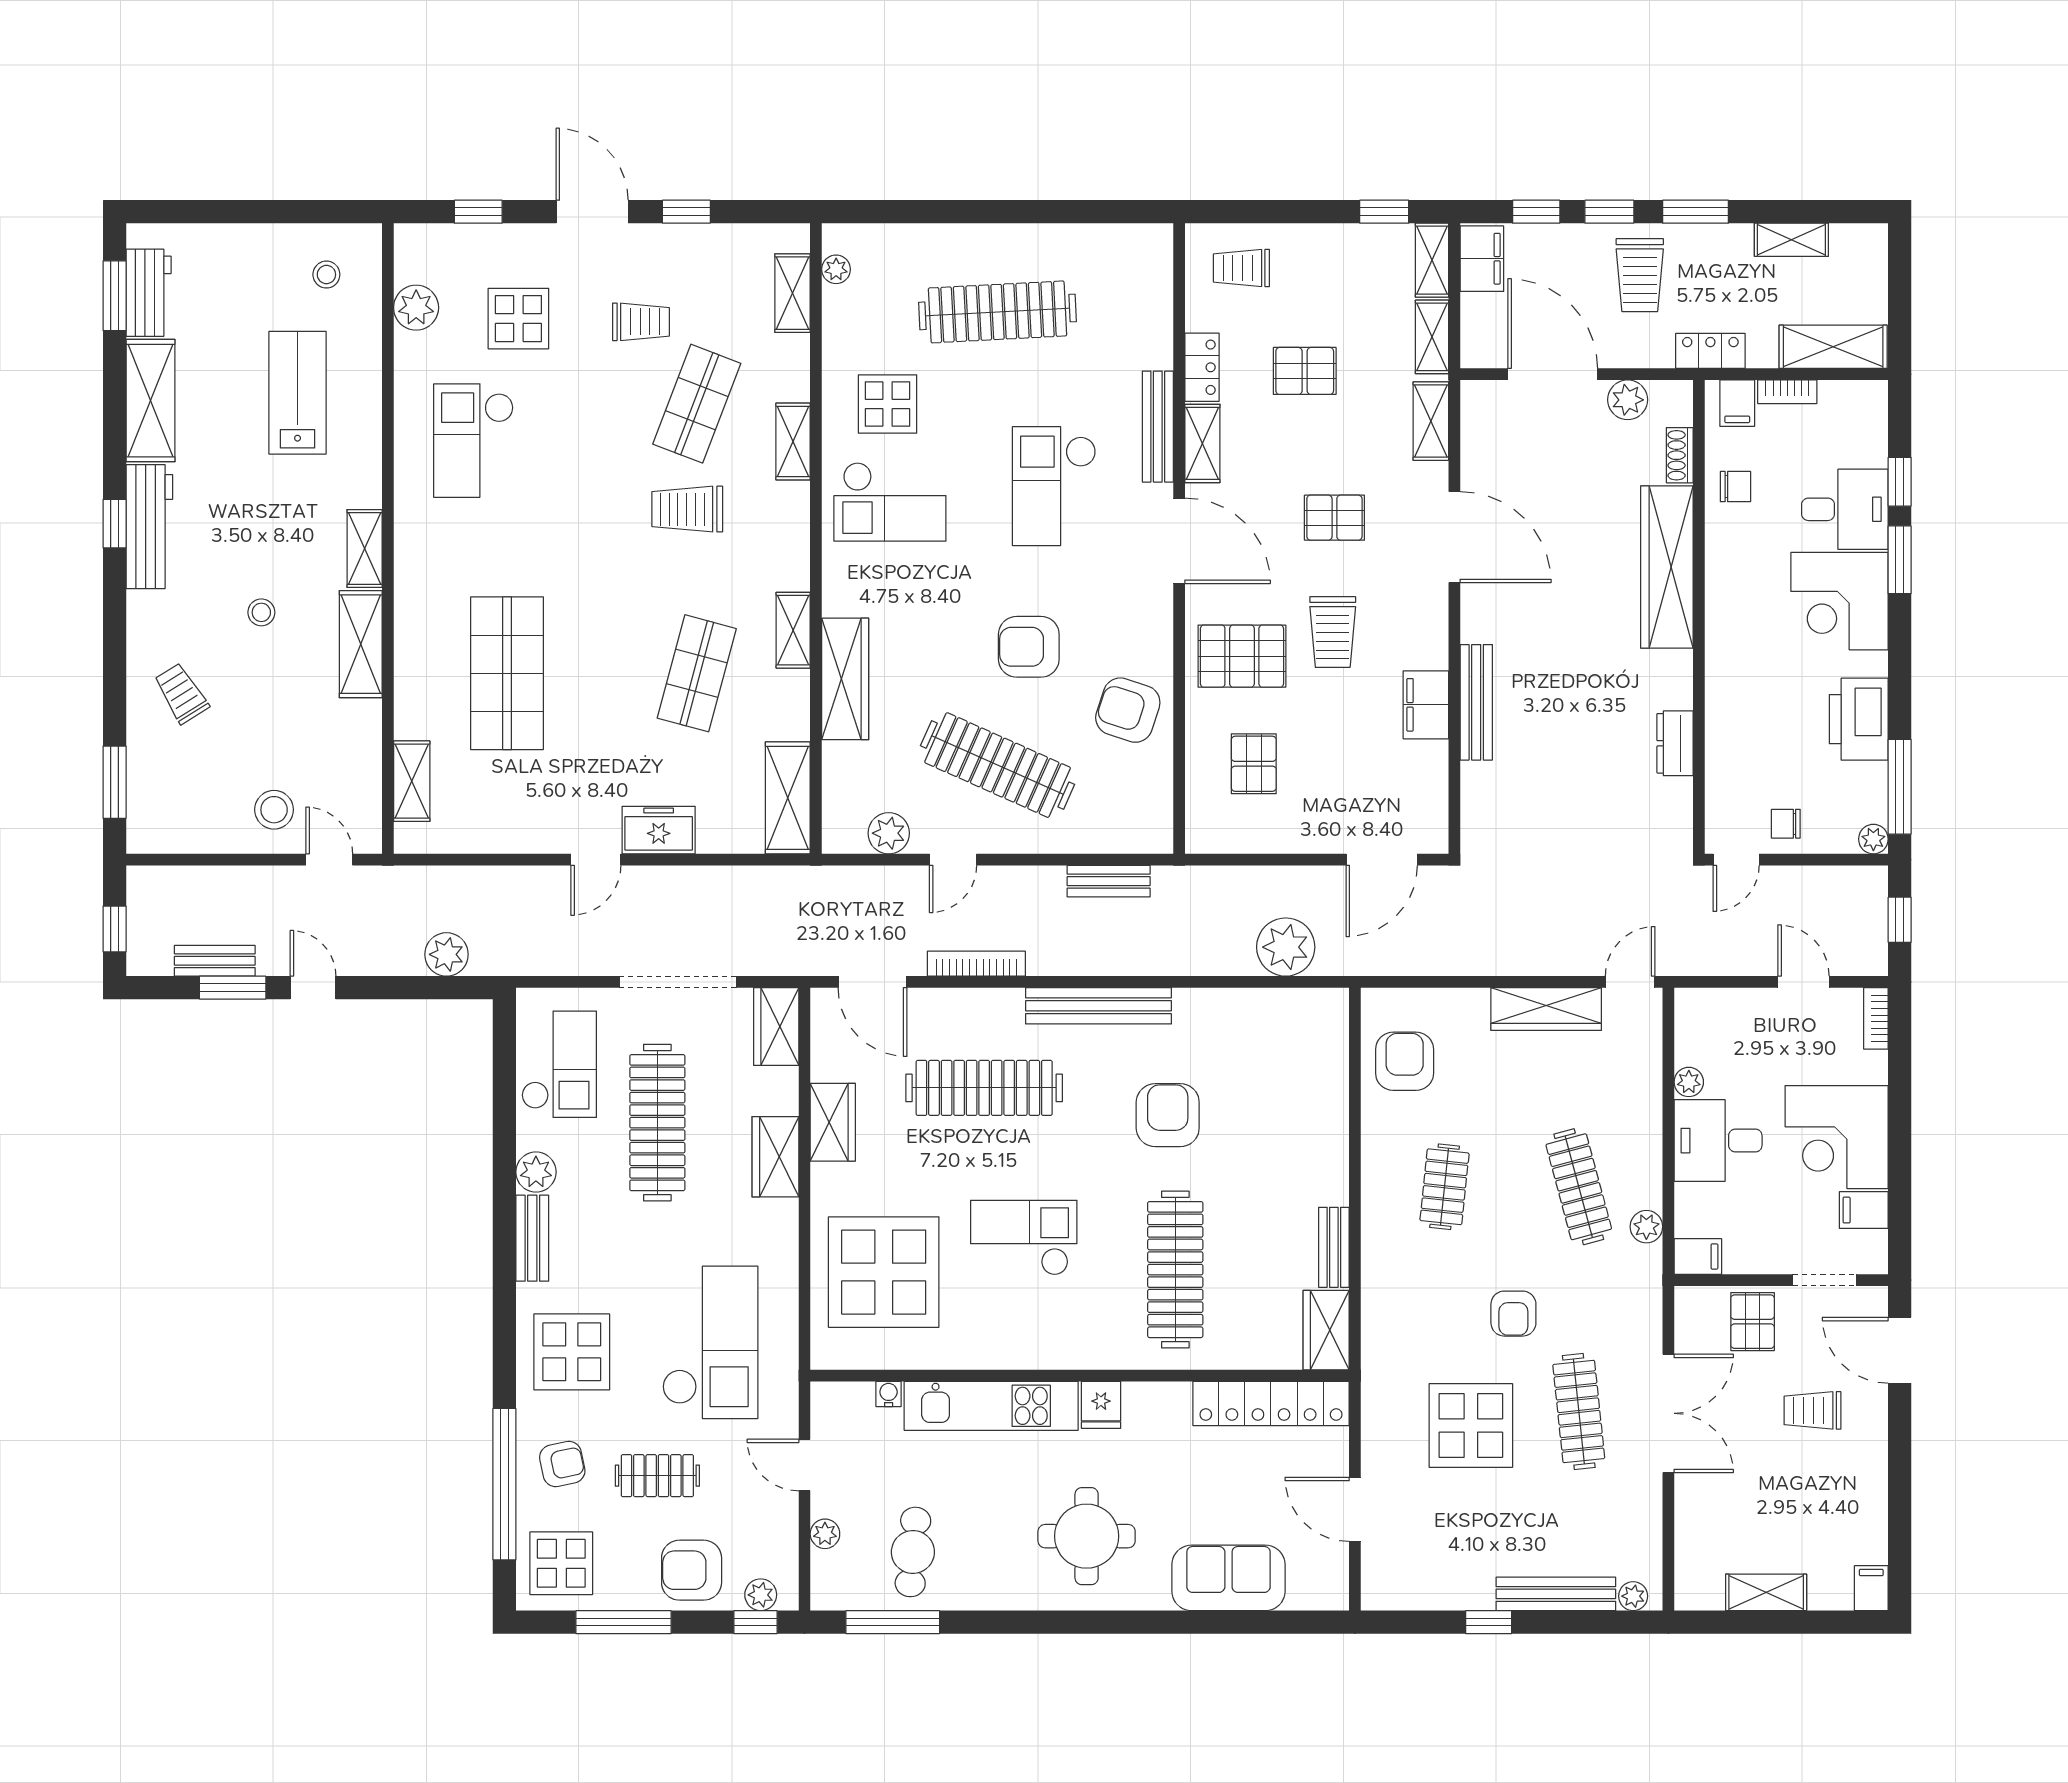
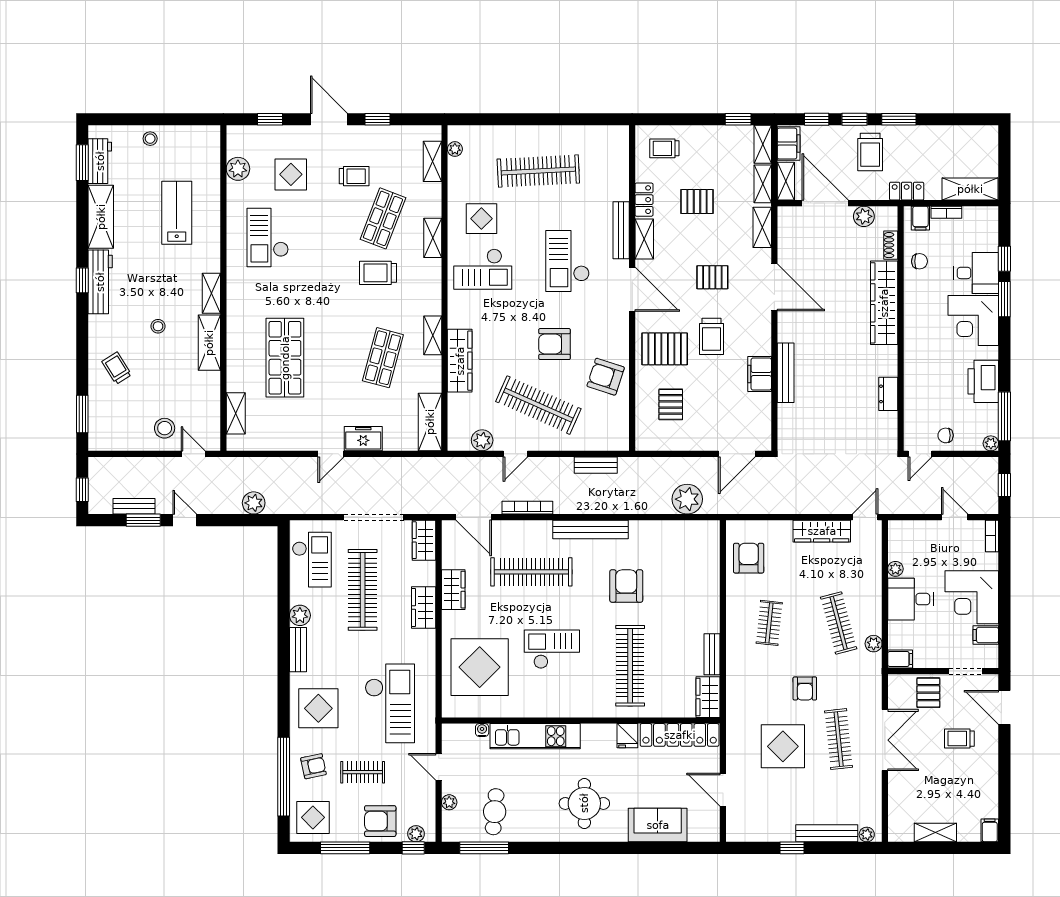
shelving: (1791, 240) -> (786, 181), moved, turned 90
stool: (326, 275) -> (150, 139), moved
fridge: (1101, 1405) -> (627, 736), moved

